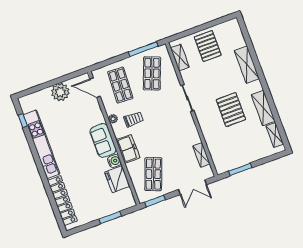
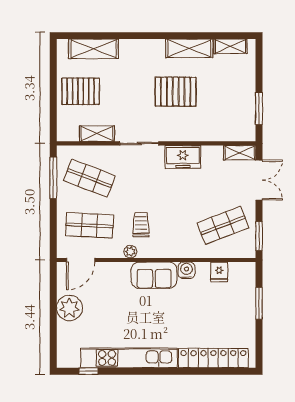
shelving: (180, 58) -> (97, 134), moved
shelving: (247, 65) -> (94, 49), moved
freezer: (128, 149) -> (183, 157), moved, turned 180
shelving: (201, 155) -> (240, 153), moved
shop shelf: (153, 174) -> (223, 225), turned -42
fridge: (117, 179) -> (219, 272), width x0.53, depth x0.75

